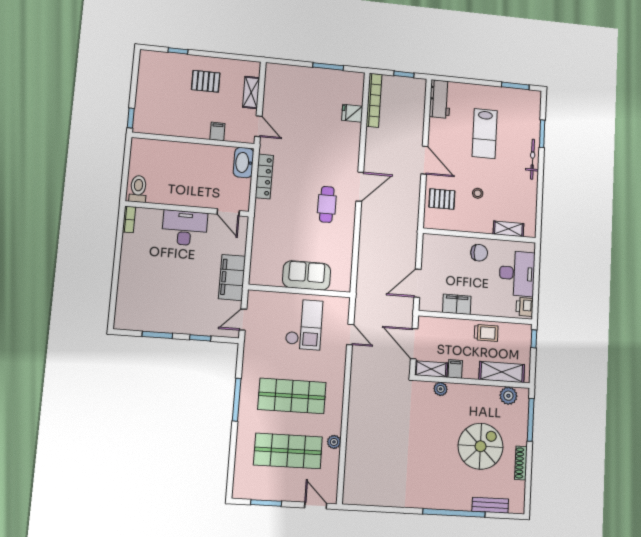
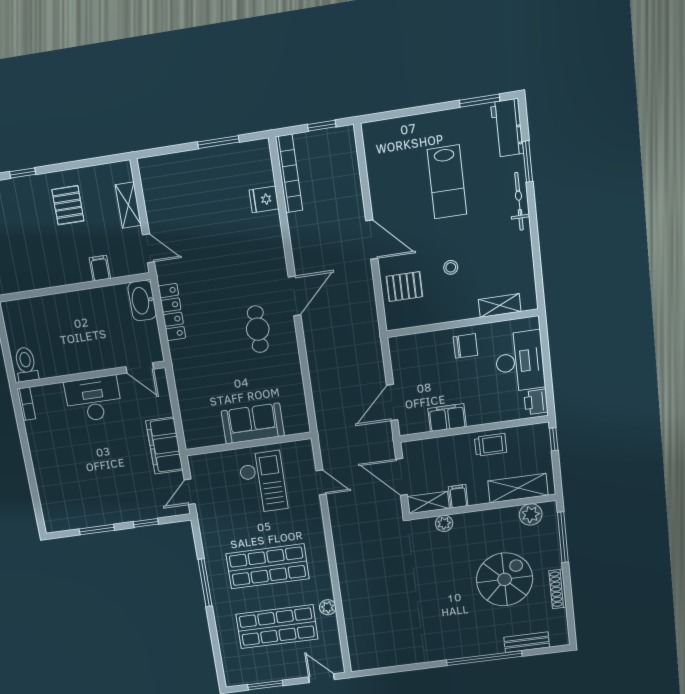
pallet: (206, 81) -> (68, 205), turned 90
workbench: (440, 99) -> (507, 128), moved, turned 180

